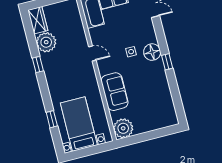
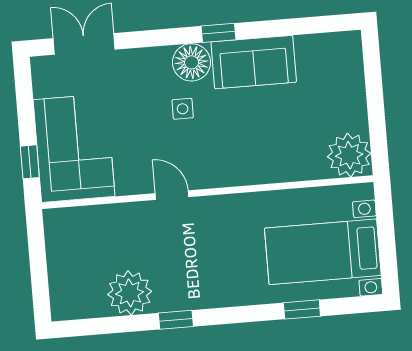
wardrobe: (38, 20) -> (78, 303), removed
door: (92, 53) -> (172, 195), hinge flipped
sofa: (115, 92) -> (254, 62), moved, turned 180

